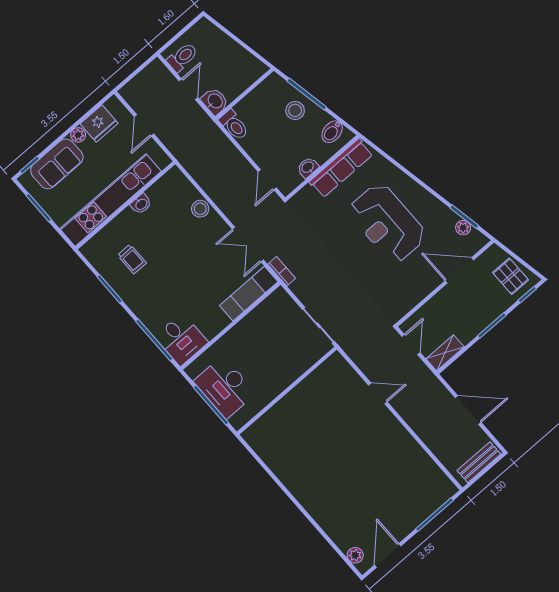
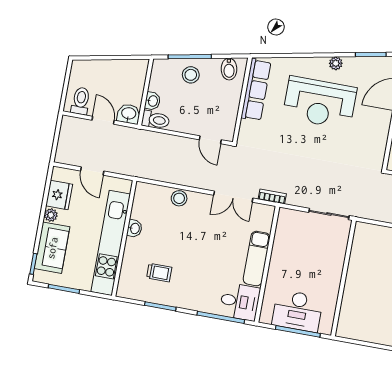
washbasin: (308, 167) -> (153, 101), moved, turned 180
plant: (463, 228) -> (336, 63), moved
exam couch: (249, 294) -> (257, 259), moved

